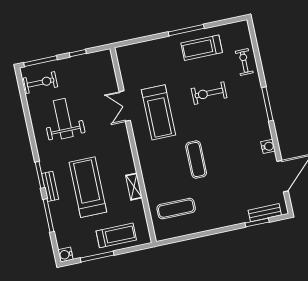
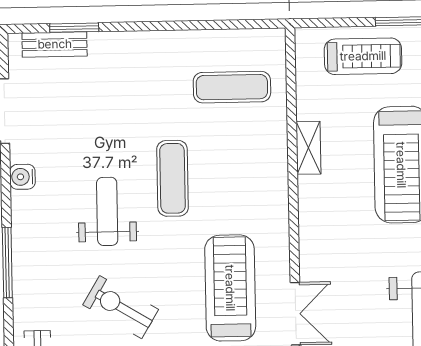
exercise bike: (209, 93) -> (121, 307), turned -149
weight bench: (224, 138) -> (107, 211), added
treadmill: (116, 235) -> (363, 56), turned 180

